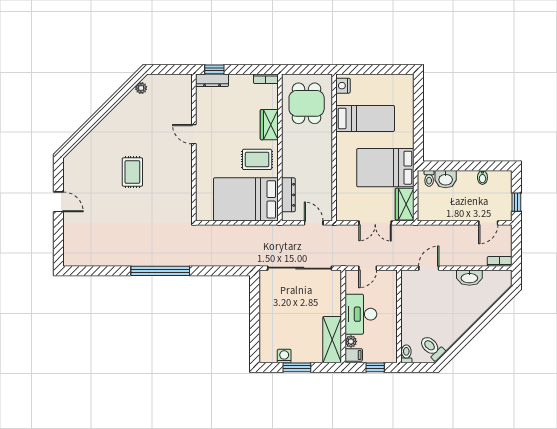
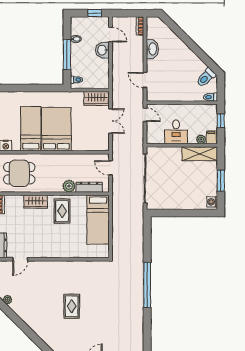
door: (194, 134) -> (20, 259), moved
window: (462, 166) -> (67, 54), added
plant: (290, 168) -> (69, 186), added
bed: (385, 168) -> (56, 129), moved, turned 180
rug: (132, 172) -> (72, 306), turned 90
washbasin: (446, 179) -> (102, 50), moved, turned 180
bed: (246, 199) -> (98, 220), width x0.67
door: (314, 223) -> (110, 168), hinge flipped
door: (368, 268) -> (145, 115), moved
desk: (361, 314) -> (176, 132), width x0.73
washing machine: (284, 356) -> (212, 202), moved

